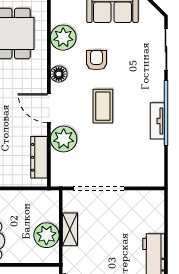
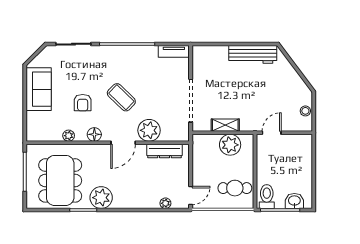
plant: (63, 38) -> (69, 136), width x0.53, depth x0.53
armchair: (96, 60) -> (83, 103), turned -90
coffee table: (103, 106) -> (121, 97), turned 44
tv unit: (157, 121) -> (174, 51), moved

